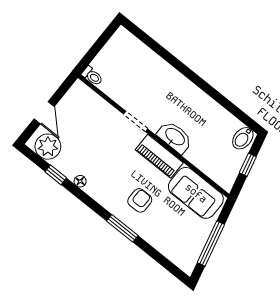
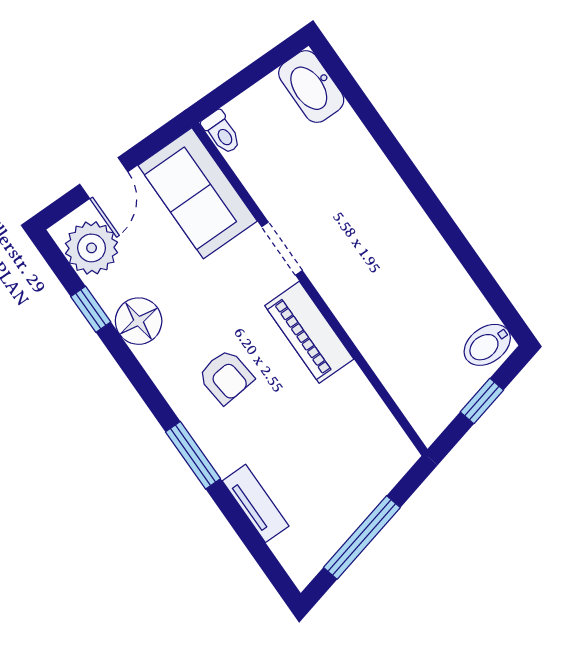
washbasin: (175, 137) -> (311, 87), moved, turned 180
floor lamp: (80, 181) -> (139, 321), width x1.89, depth x1.89
sofa: (196, 193) -> (198, 193), moved
armchair: (140, 200) -> (226, 377), moved, turned 84
tv unit: (157, 242) -> (256, 503), added

